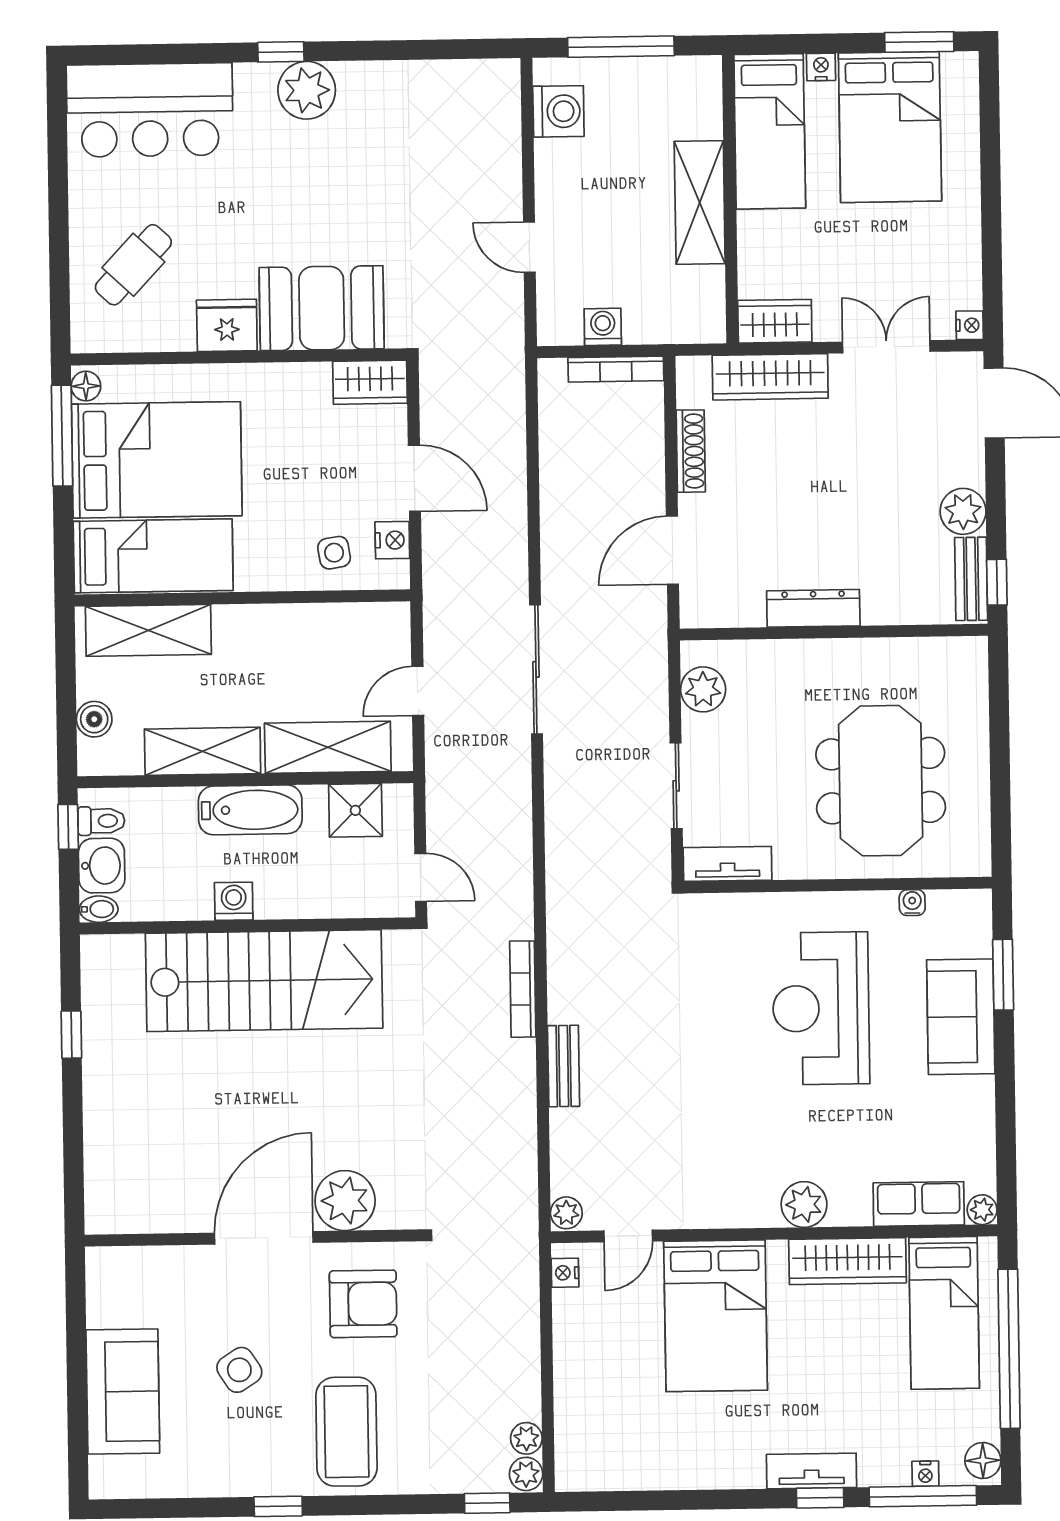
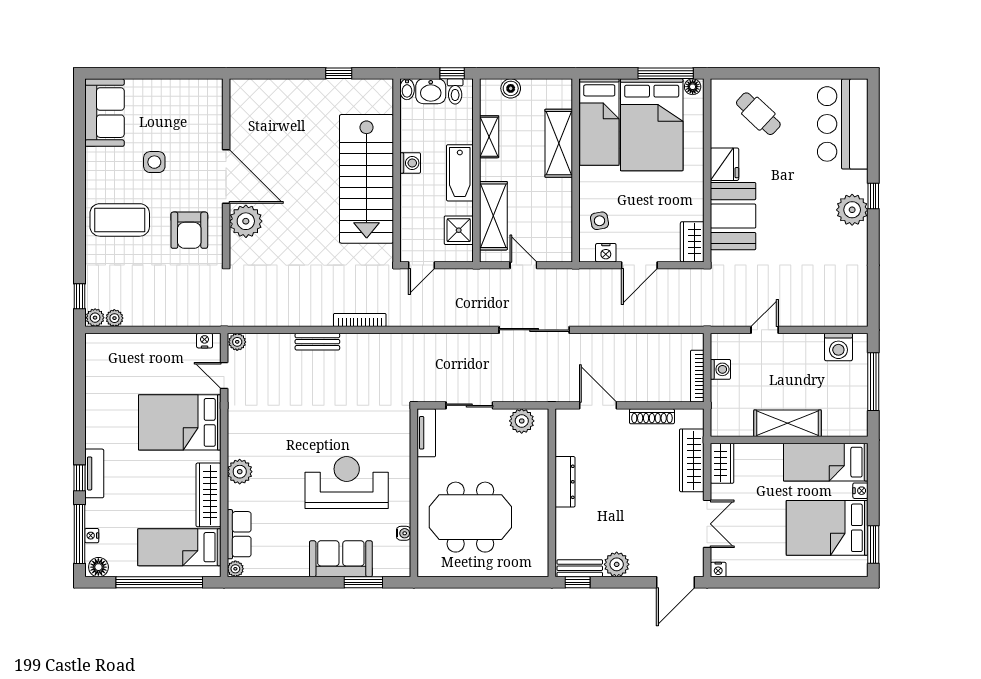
shelving: (148, 630) -> (559, 143), moved
shelving: (203, 751) -> (489, 137), width x0.67, depth x0.75
side table: (239, 1370) -> (154, 162), turned 33
sofa: (123, 1392) -> (105, 113), moved, turned -90
window: (278, 1506) -> (80, 182), removed

